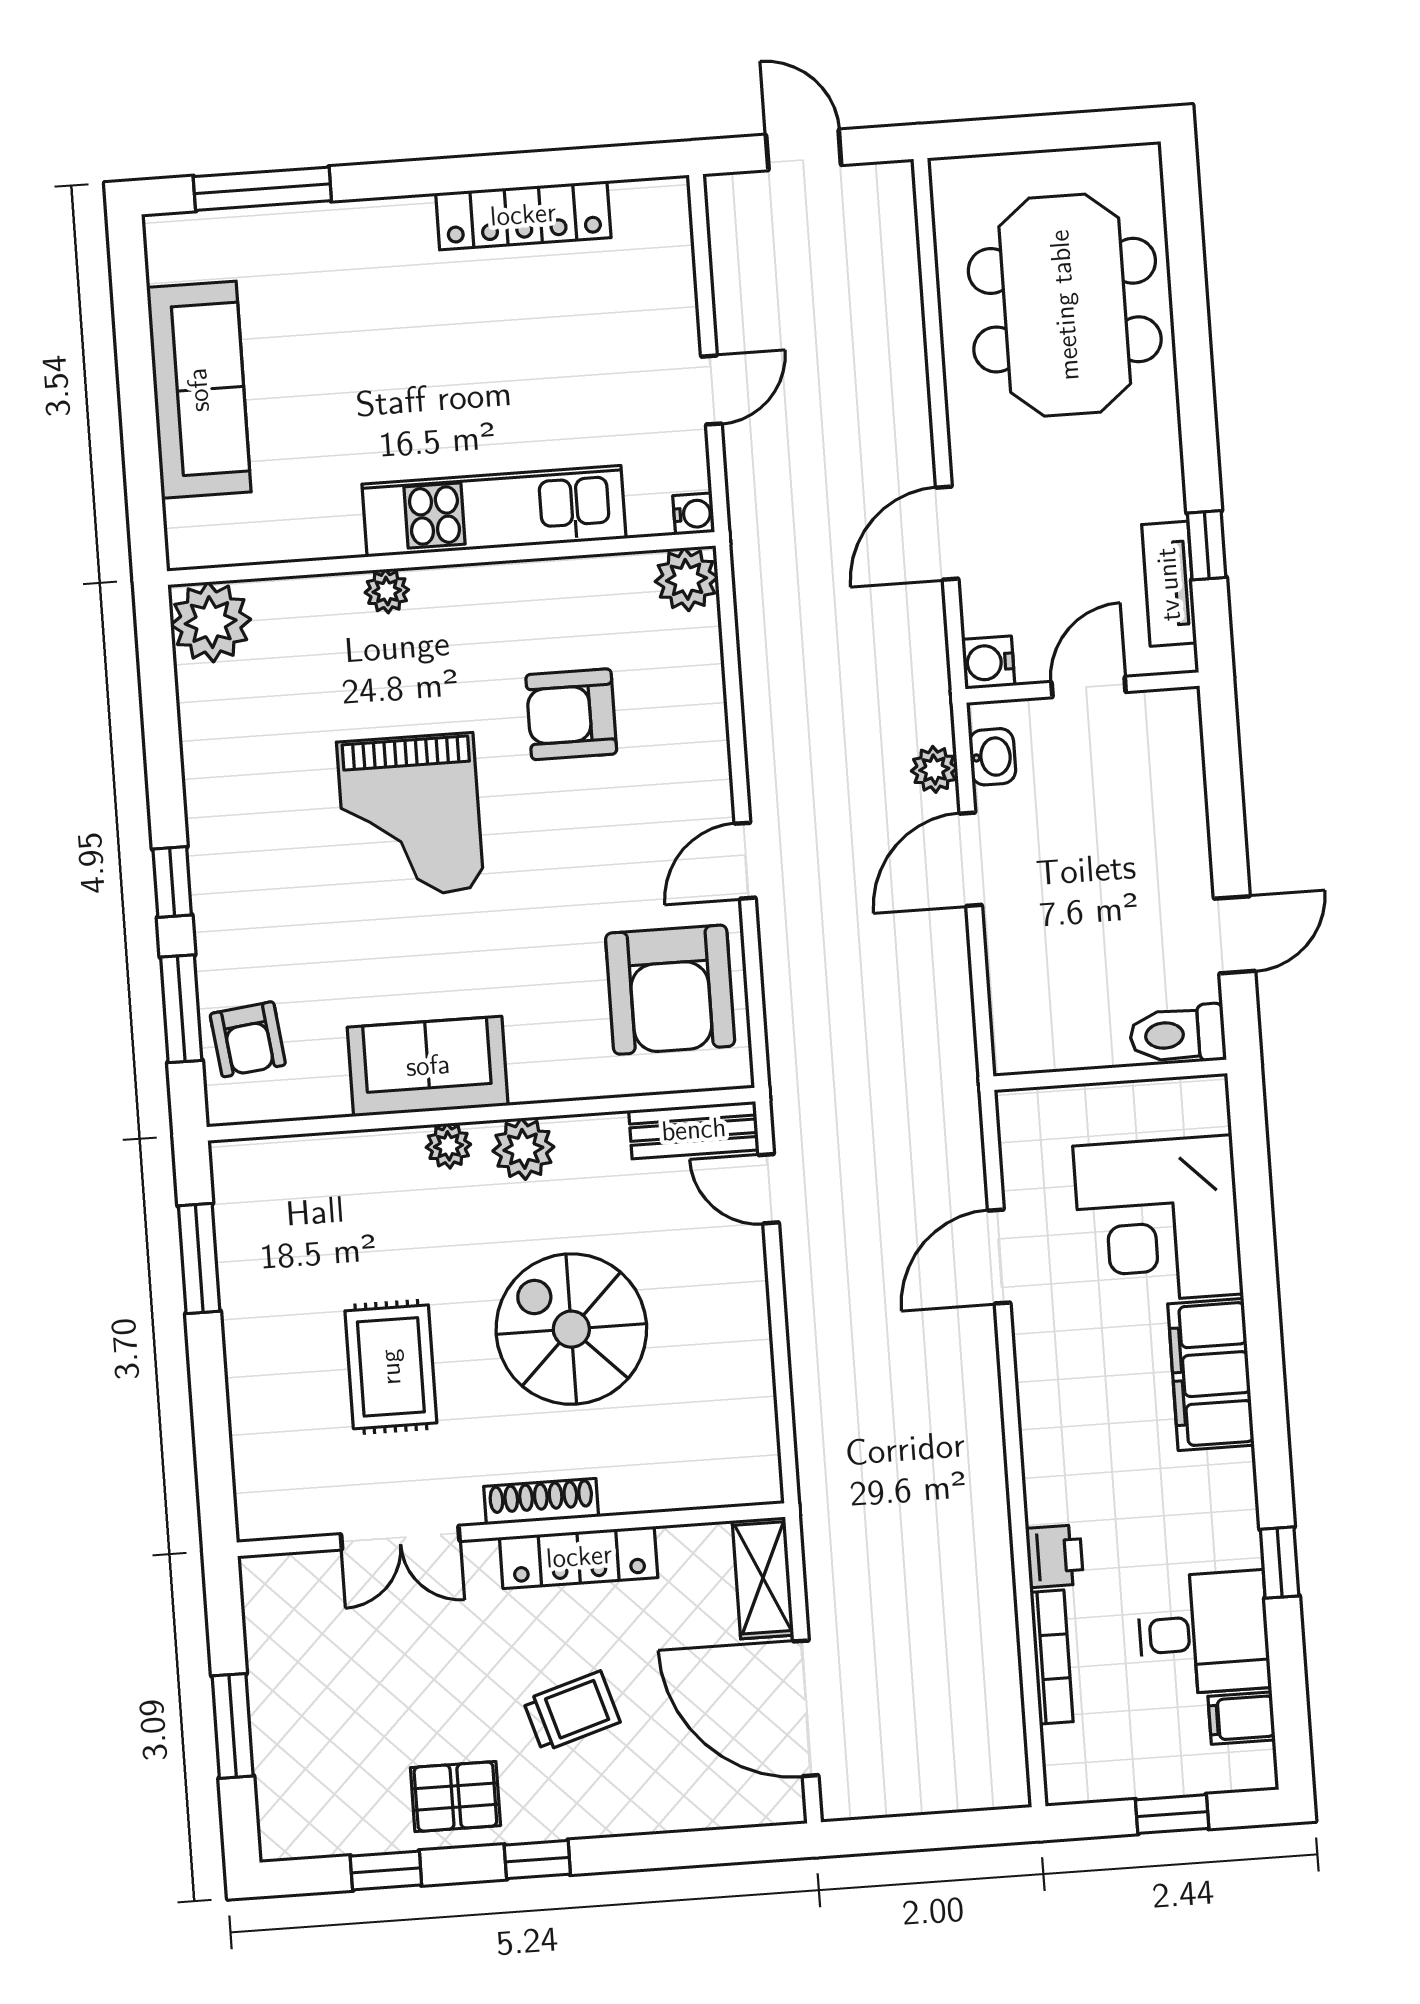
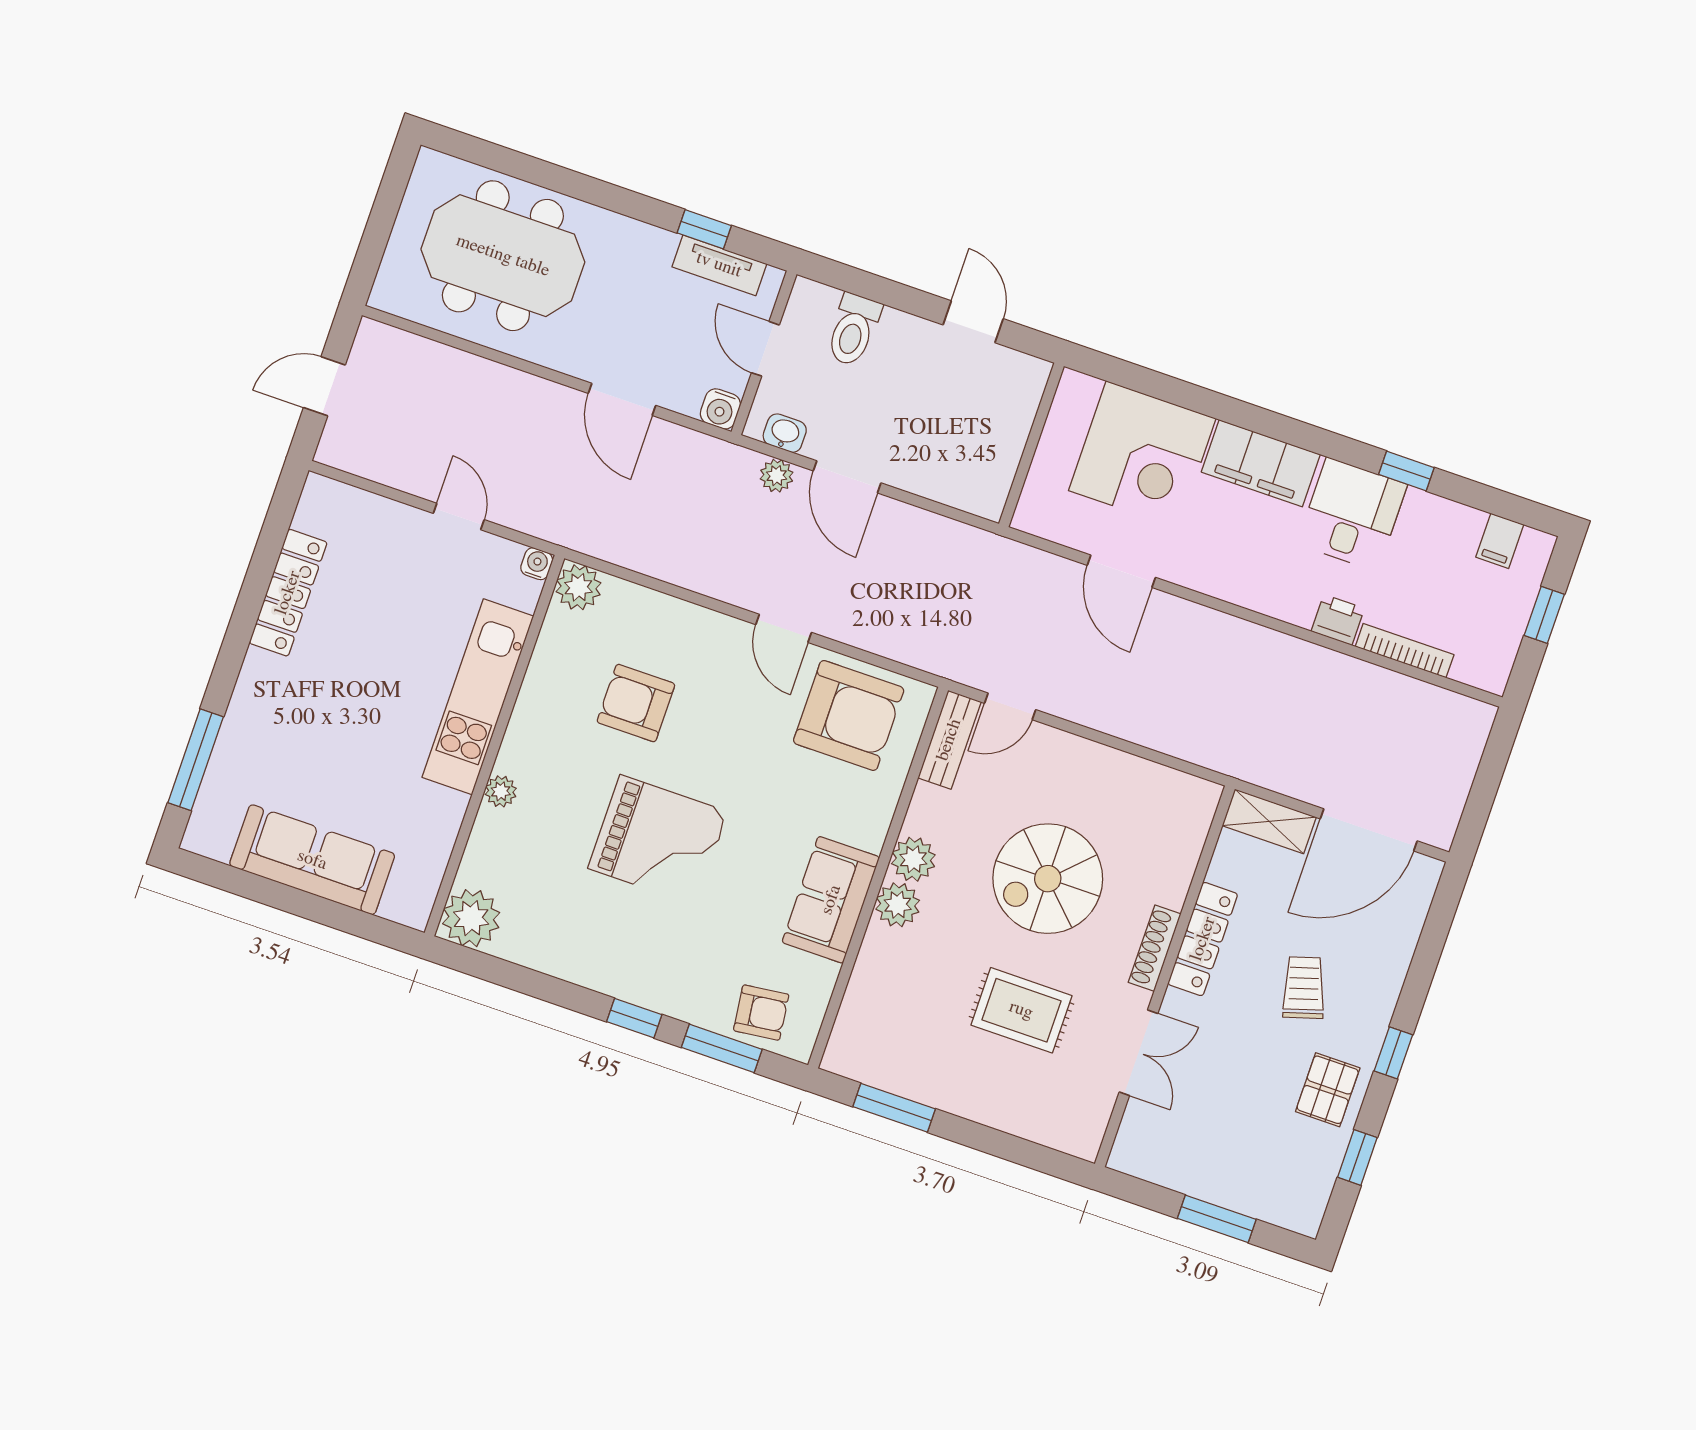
armchair: (571, 714) -> (636, 703), turned 90
toilet: (1178, 1035) -> (853, 330), moved
plant: (448, 1146) -> (898, 905), width x1.38, depth x1.38
desk: (1204, 1633) -> (1352, 514), moved

